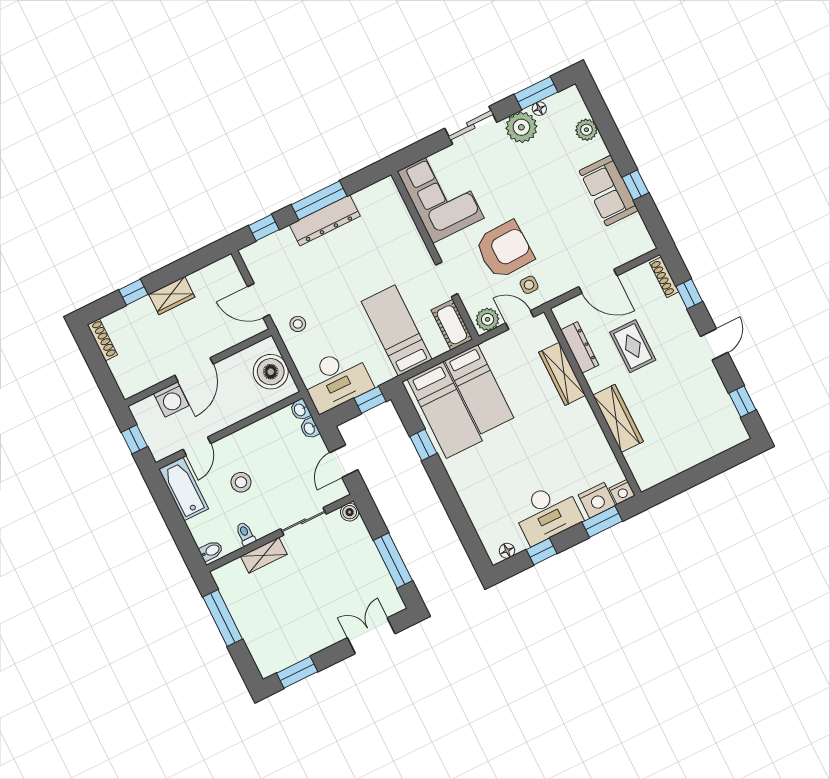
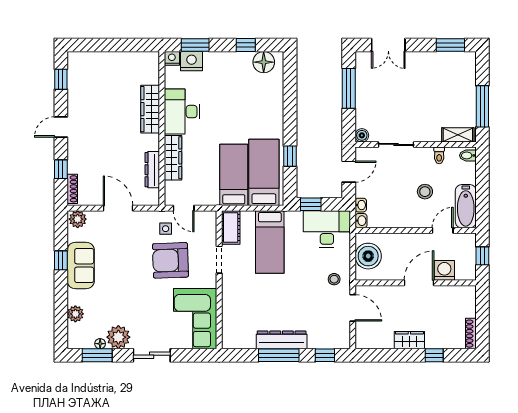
plant: (488, 319) -> (78, 219), moved
rug: (633, 346) -> (116, 153), removed
desk: (547, 513) -> (182, 112), moved, turned -90
floor lamp: (507, 551) -> (264, 62), width x1.89, depth x1.89
shelving: (264, 555) -> (458, 135), moved

